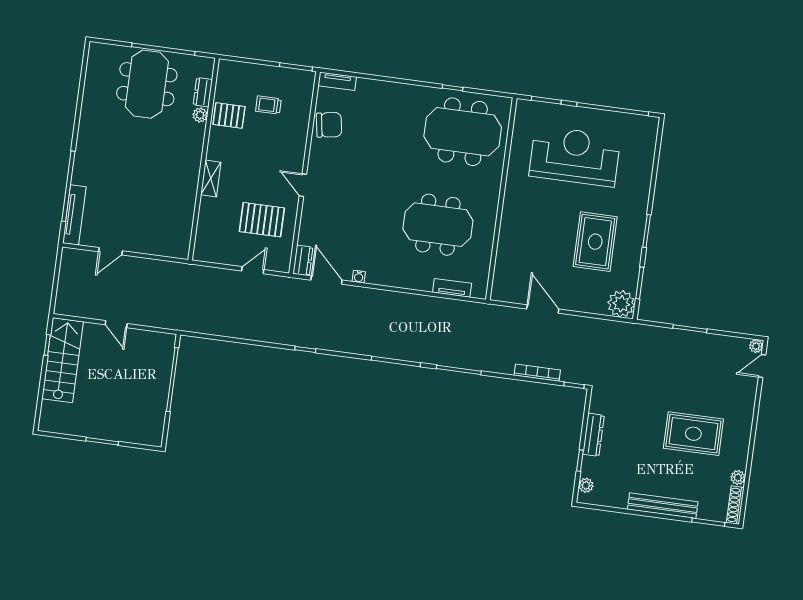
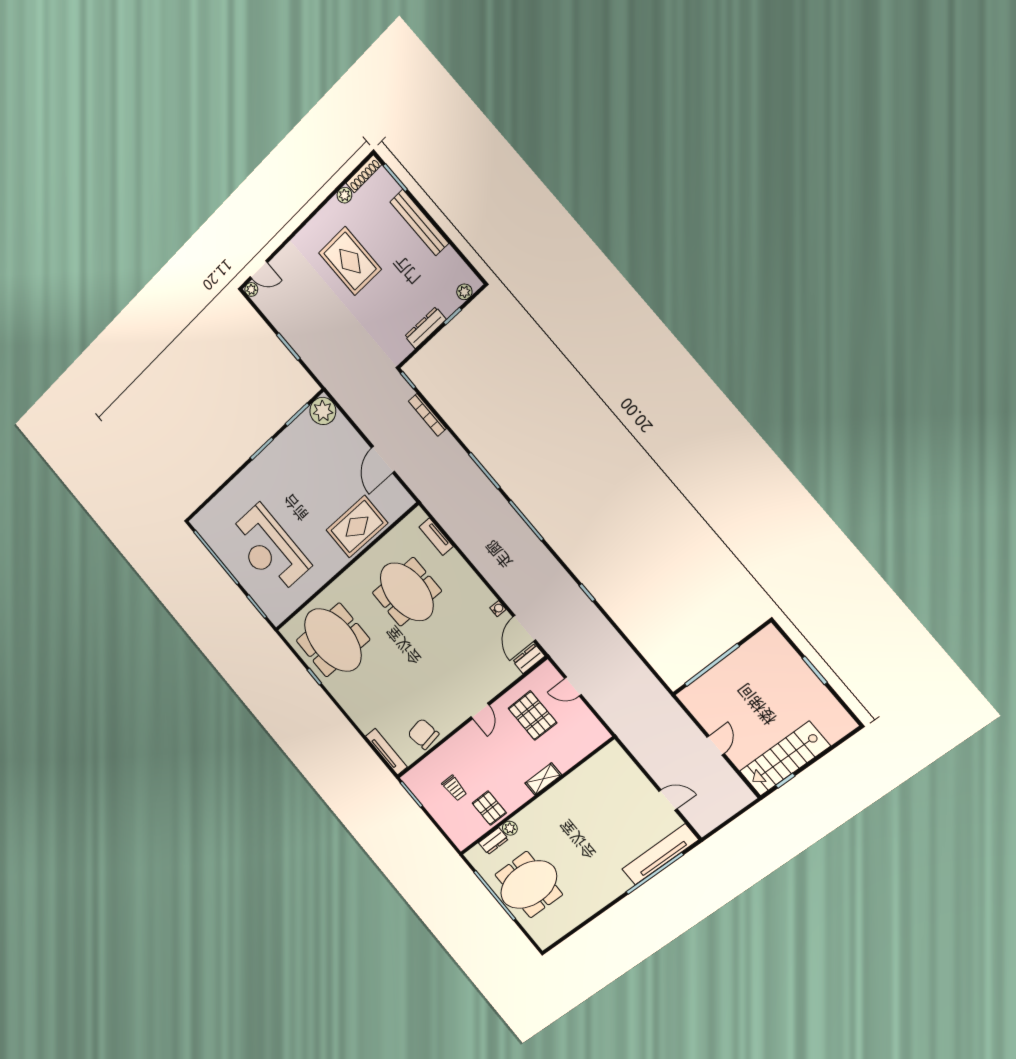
tv unit: (337, 81) -> (386, 752), width x1.41
tv unit: (74, 215) -> (660, 854), width x1.36, depth x1.29
rug: (595, 242) -> (357, 527), moved

